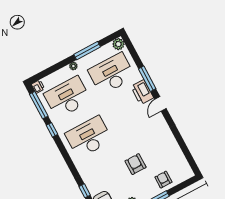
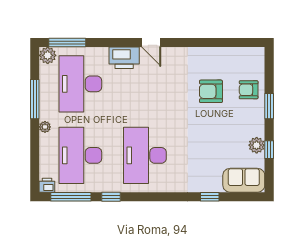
window: (147, 79) -> (67, 43), moved
armchair: (136, 164) -> (211, 91), moved

